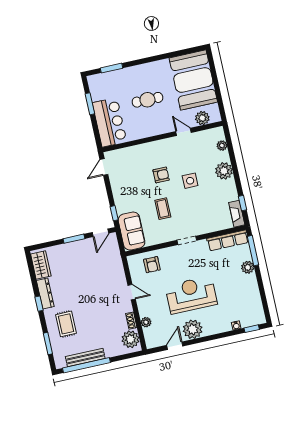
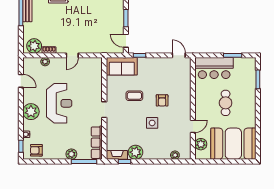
plant: (224, 171) -> (136, 152), moved
armchair: (152, 265) -> (36, 150), moved
plant: (193, 329) -> (31, 112), moved

